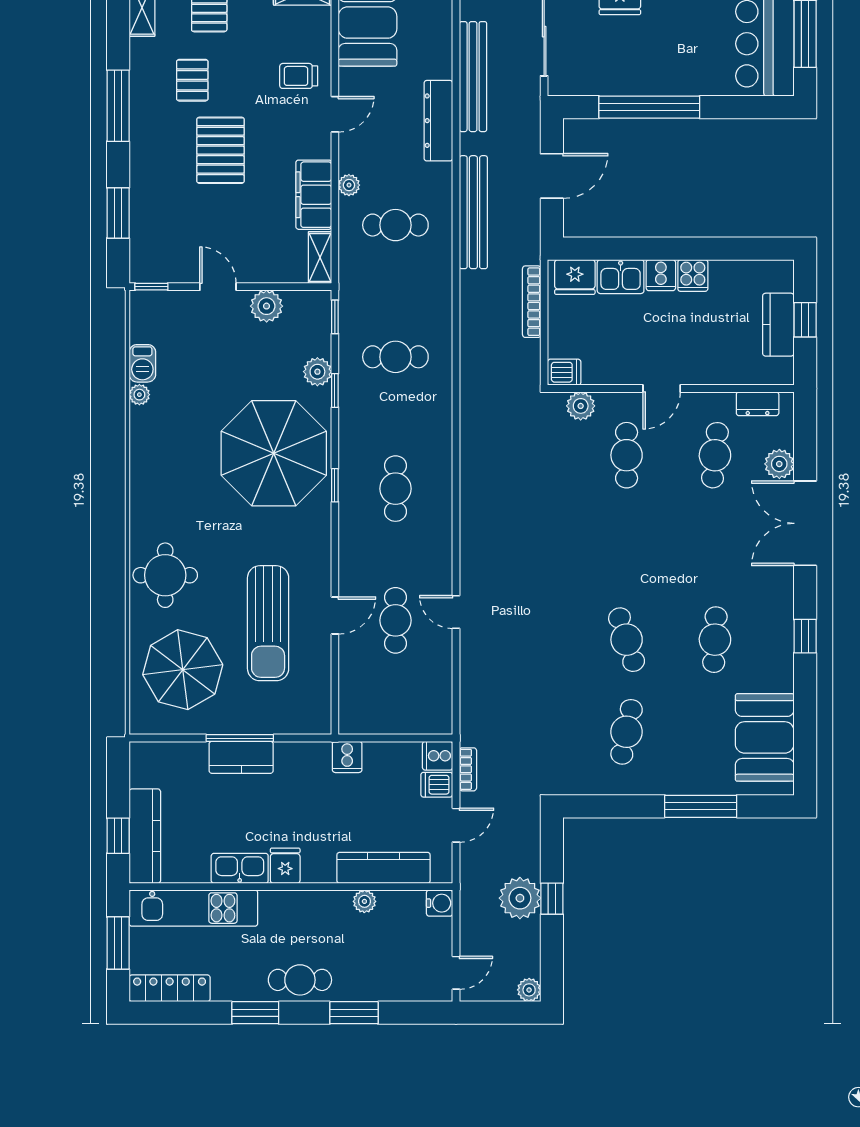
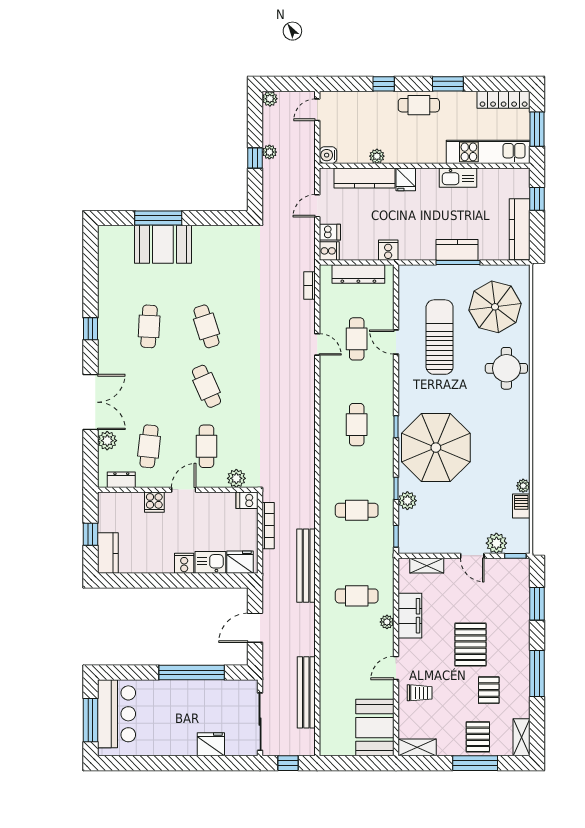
dresser: (438, 121) -> (358, 274), moved, turned 90
bench: (473, 212) -> (306, 566), moved
shelving: (320, 257) -> (427, 566), moved, turned 90
cooker: (693, 276) -> (154, 502), moved, turned 180
bookcase: (532, 302) -> (268, 526), moved
plant: (267, 306) -> (496, 543), moved
kitchen counter: (778, 325) -> (108, 553), moved
door: (335, 615) -> (396, 342), hinge flipped
cafe table: (627, 732) -> (206, 386), moved, turned -36
booth: (765, 737) -> (163, 244), moved, turned 90
bookcase: (468, 769) -> (310, 285), moved
kitchen counter: (145, 836) -> (520, 229), moved
fridge: (285, 866) -> (406, 179), moved
plant: (520, 898) -> (269, 152), width x0.53, depth x0.53
window: (354, 1013) -> (384, 84), width x0.67

